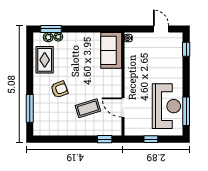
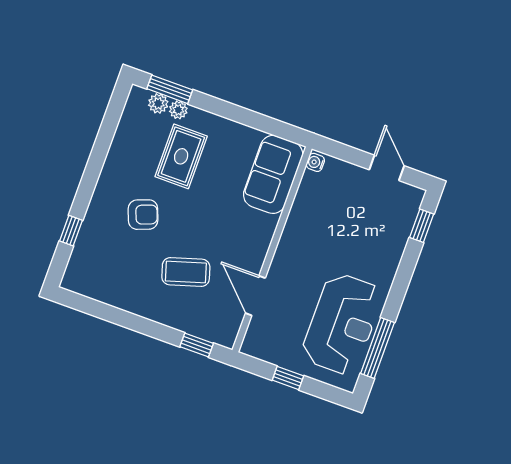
rug: (45, 60) -> (181, 156), moved
window: (30, 108) -> (71, 231), width x0.46

